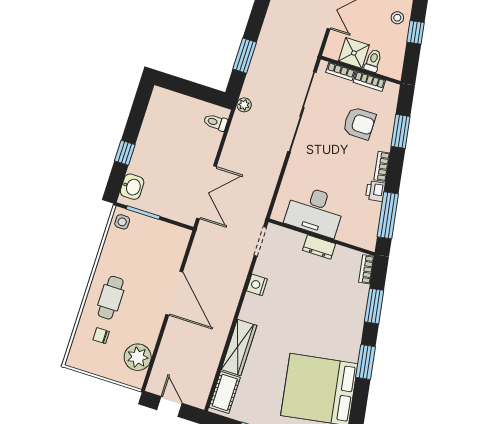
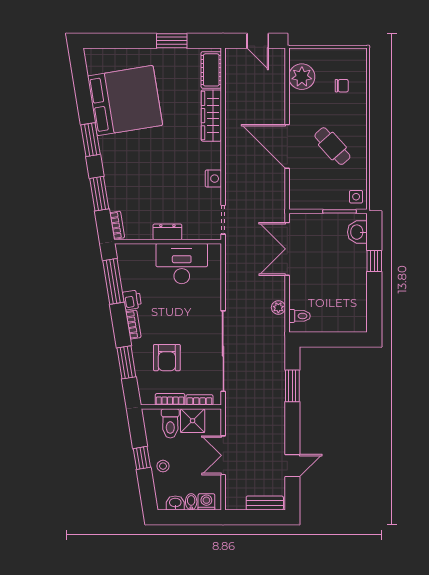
toilet: (373, 61) -> (170, 423), width x1.37, depth x1.39
plant: (244, 105) -> (278, 308), moved
armchair: (359, 123) -> (167, 358), turned -90
cafe table: (111, 298) -> (332, 146), moved, turned -42

